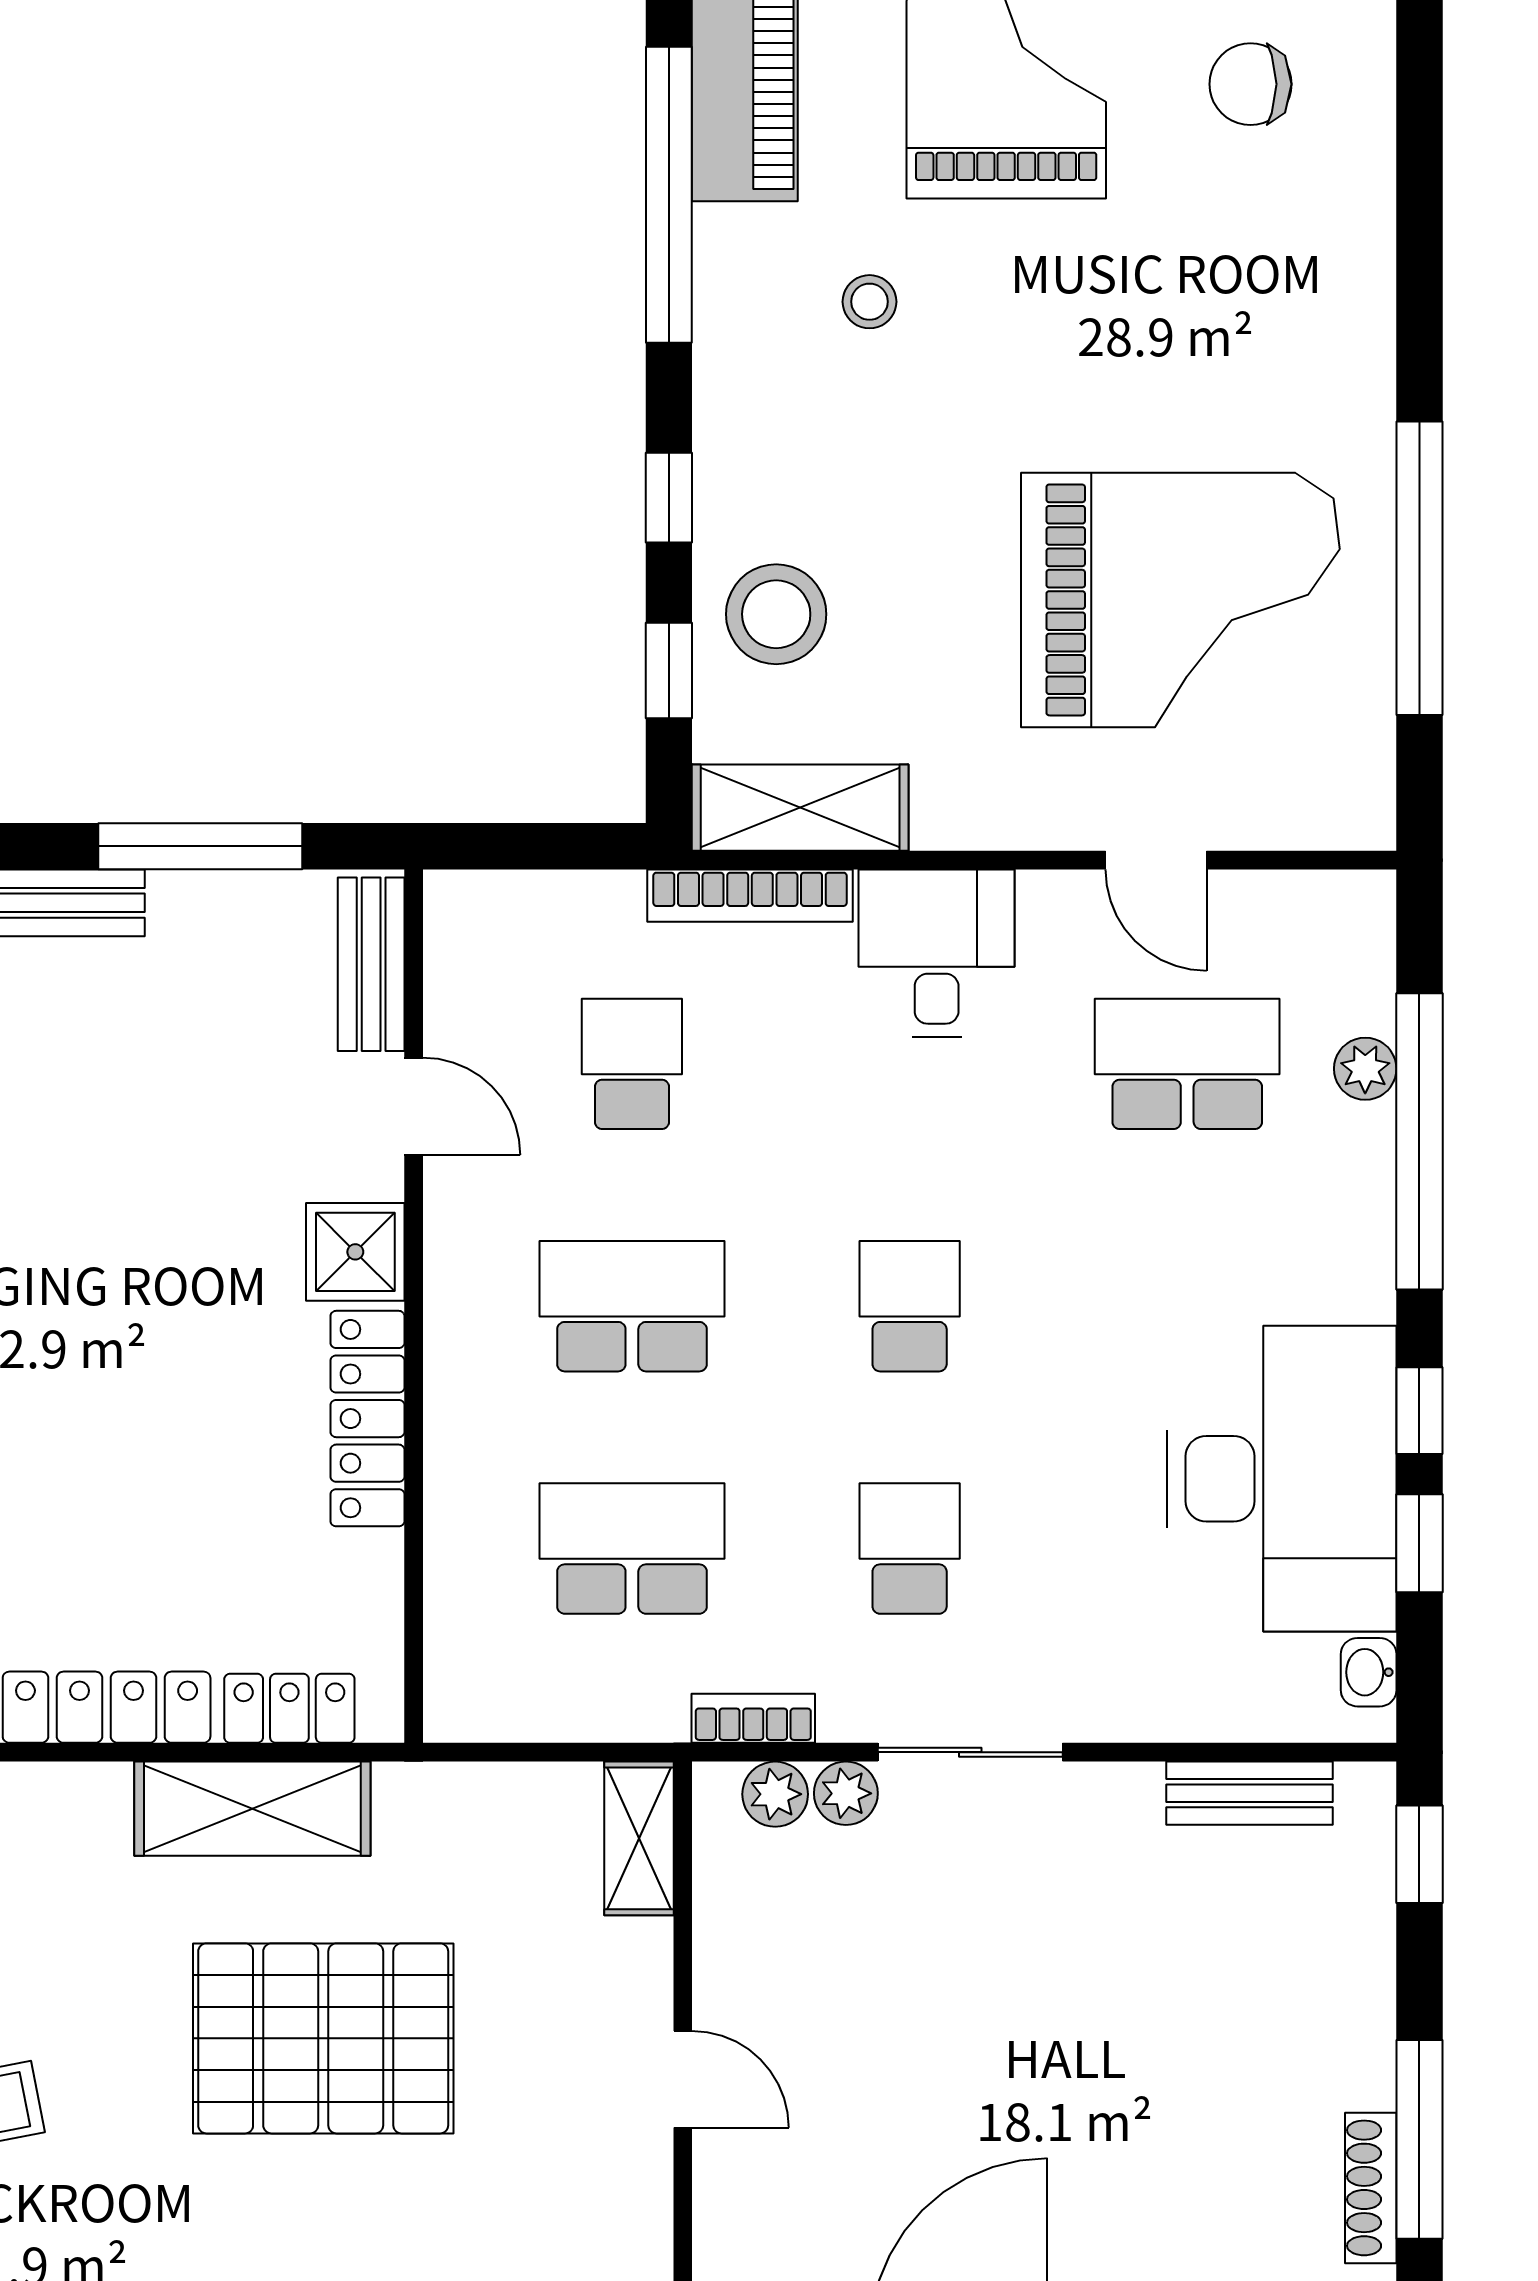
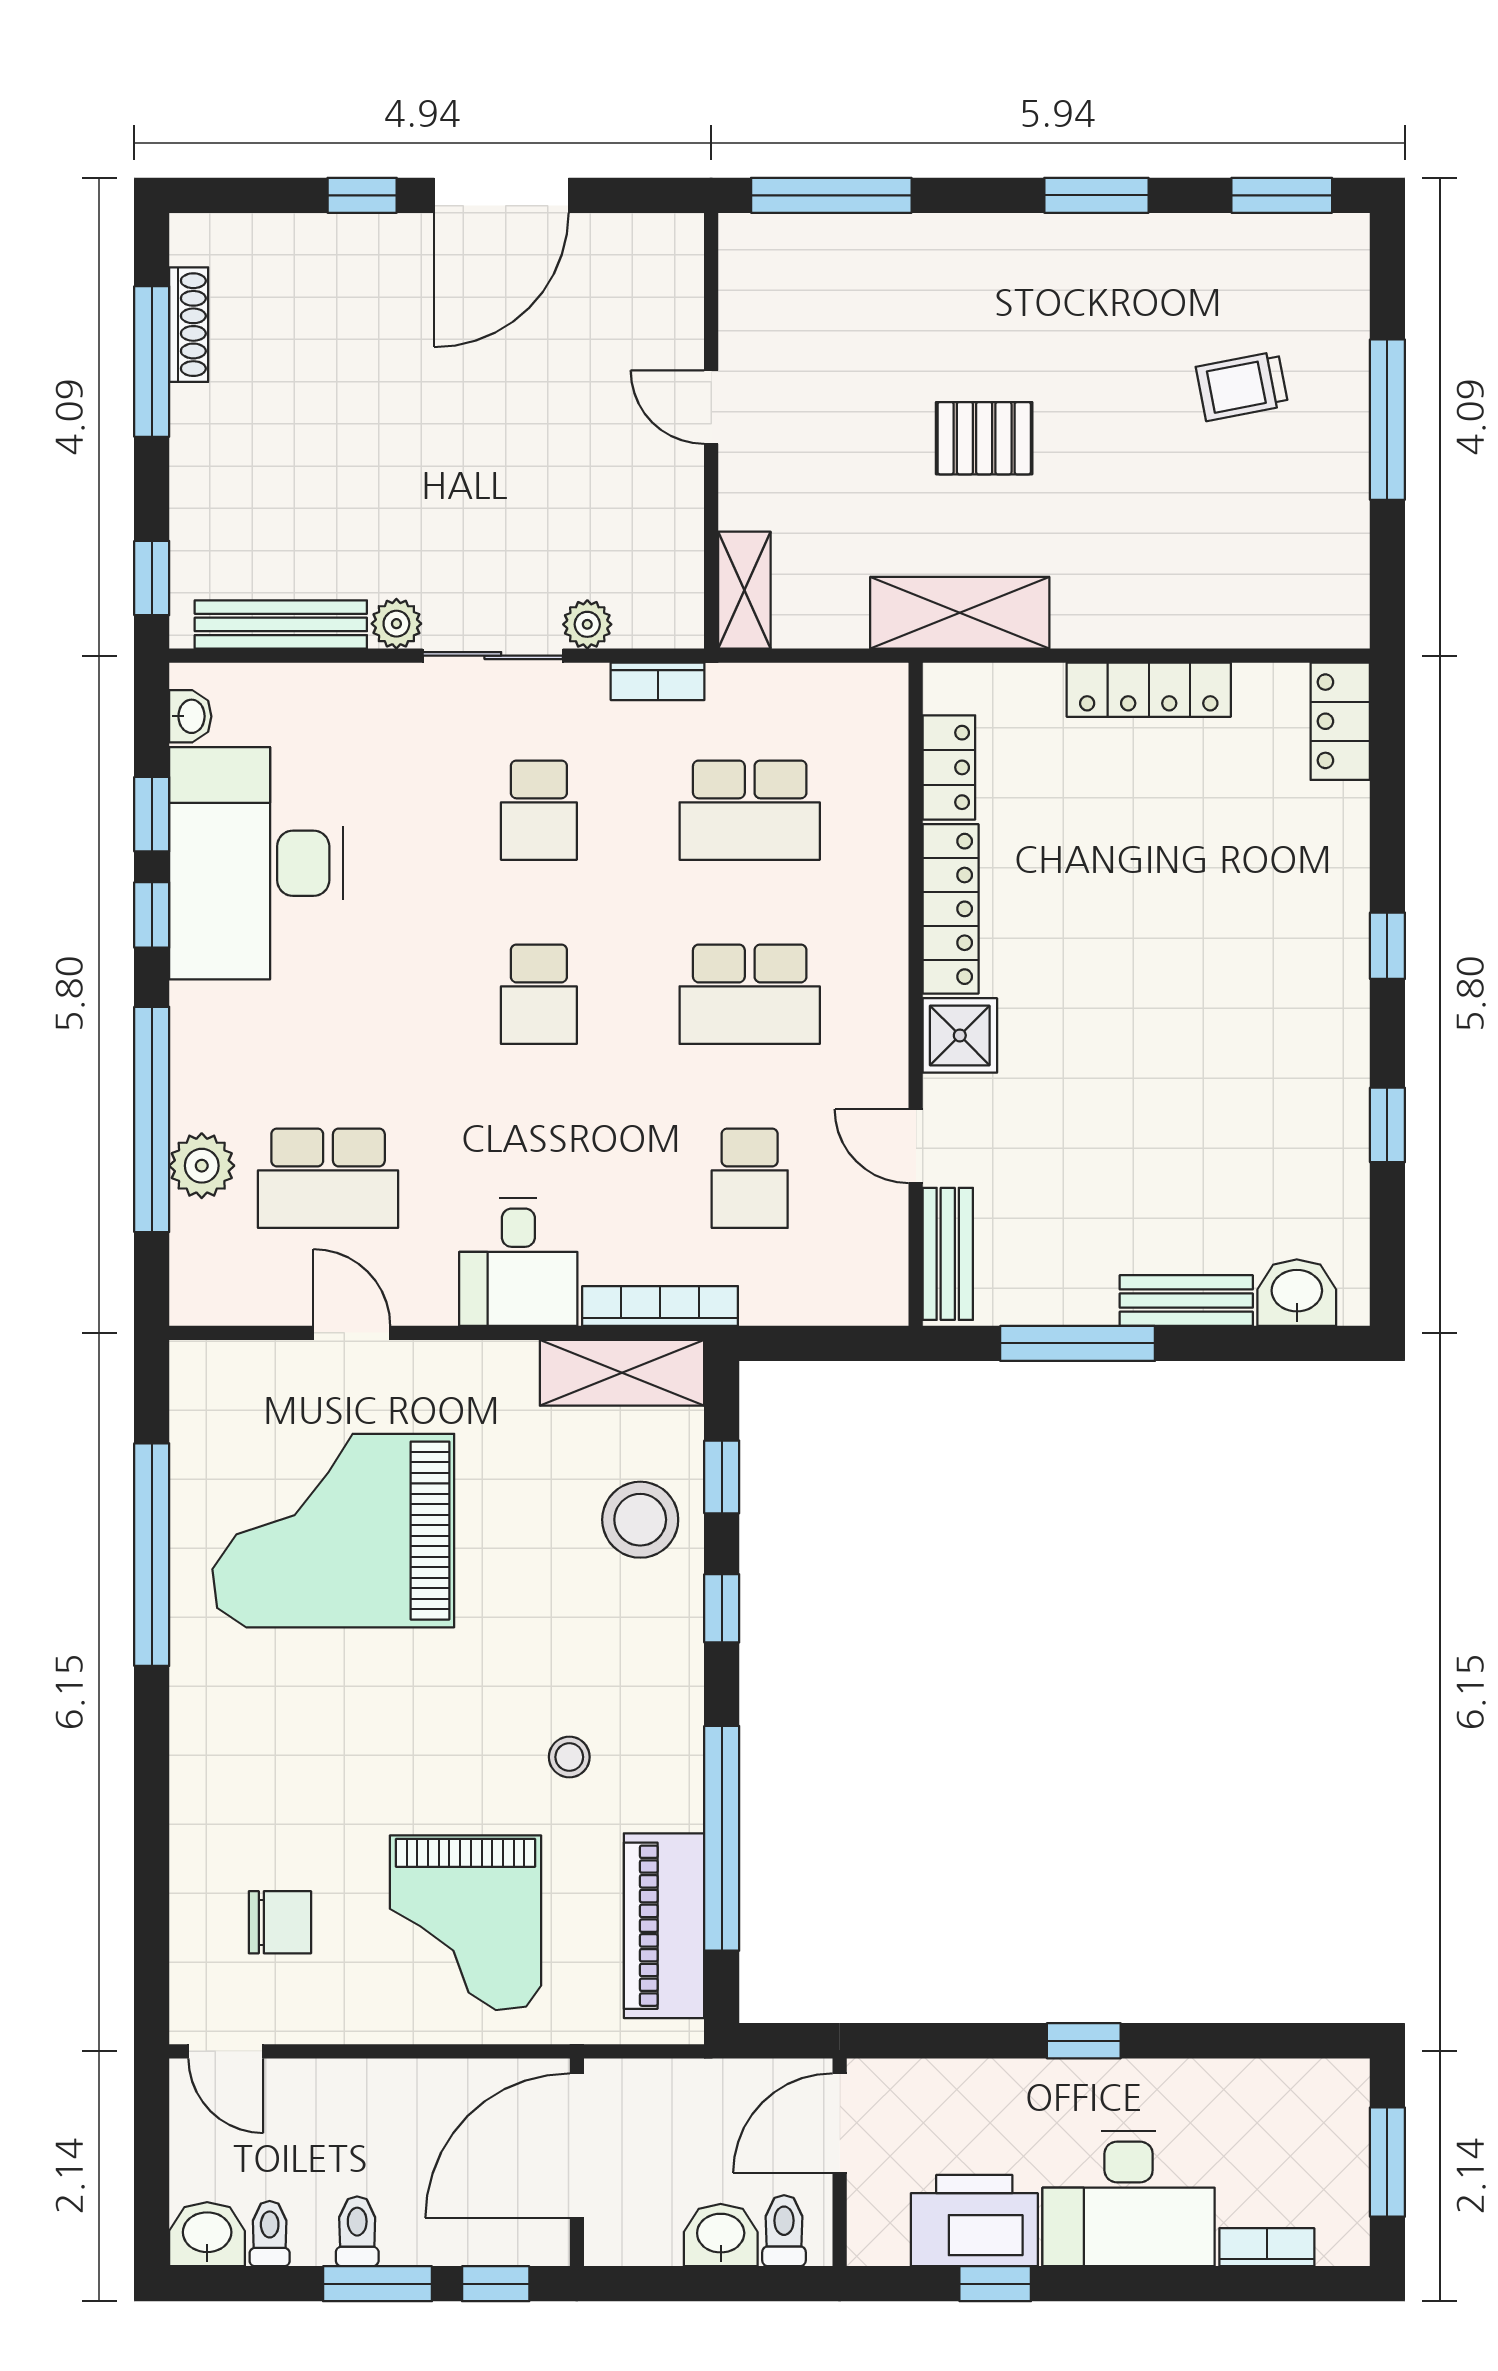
plant: (1365, 1069) -> (202, 1166), width x1.38, depth x1.38
locker: (289, 1708) -> (949, 767), moved, turned -90
bench: (1249, 1793) -> (281, 624), width x1.36
plant: (775, 1794) -> (396, 624), moved
shelving: (252, 1809) -> (960, 613), moved
pallet: (323, 2038) -> (984, 438), width x0.49, depth x0.50

